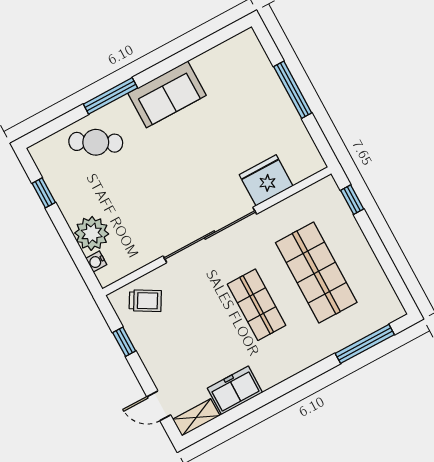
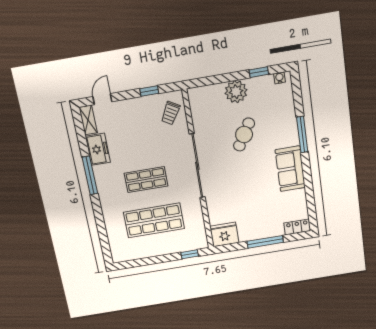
locker: (252, 49) -> (297, 227), added
cafe table: (96, 142) -> (244, 135), moved
fridge: (266, 180) -> (224, 234), moved, turned -90
plant: (92, 233) -> (236, 92), moved
water cooler: (96, 261) -> (279, 78), moved
window: (365, 344) -> (90, 175), moved

